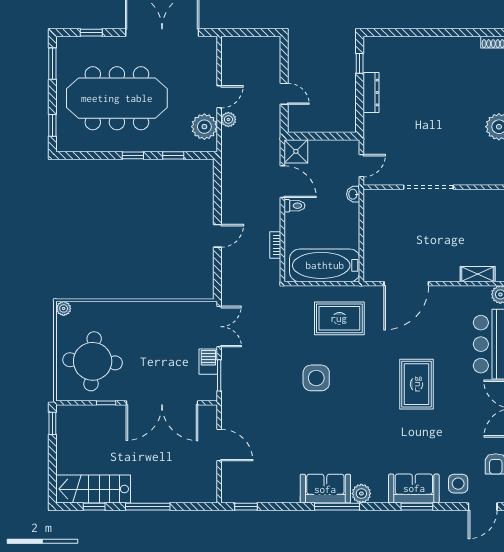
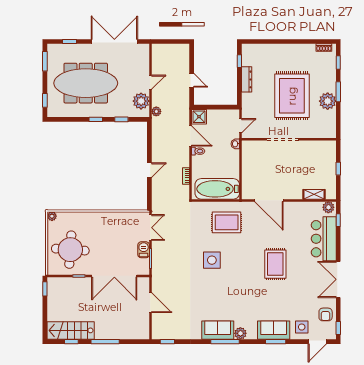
rug: (443, 118) -> (292, 96), added
plant: (228, 119) -> (156, 111), moved
door: (406, 284) -> (269, 200), hinge flipped

